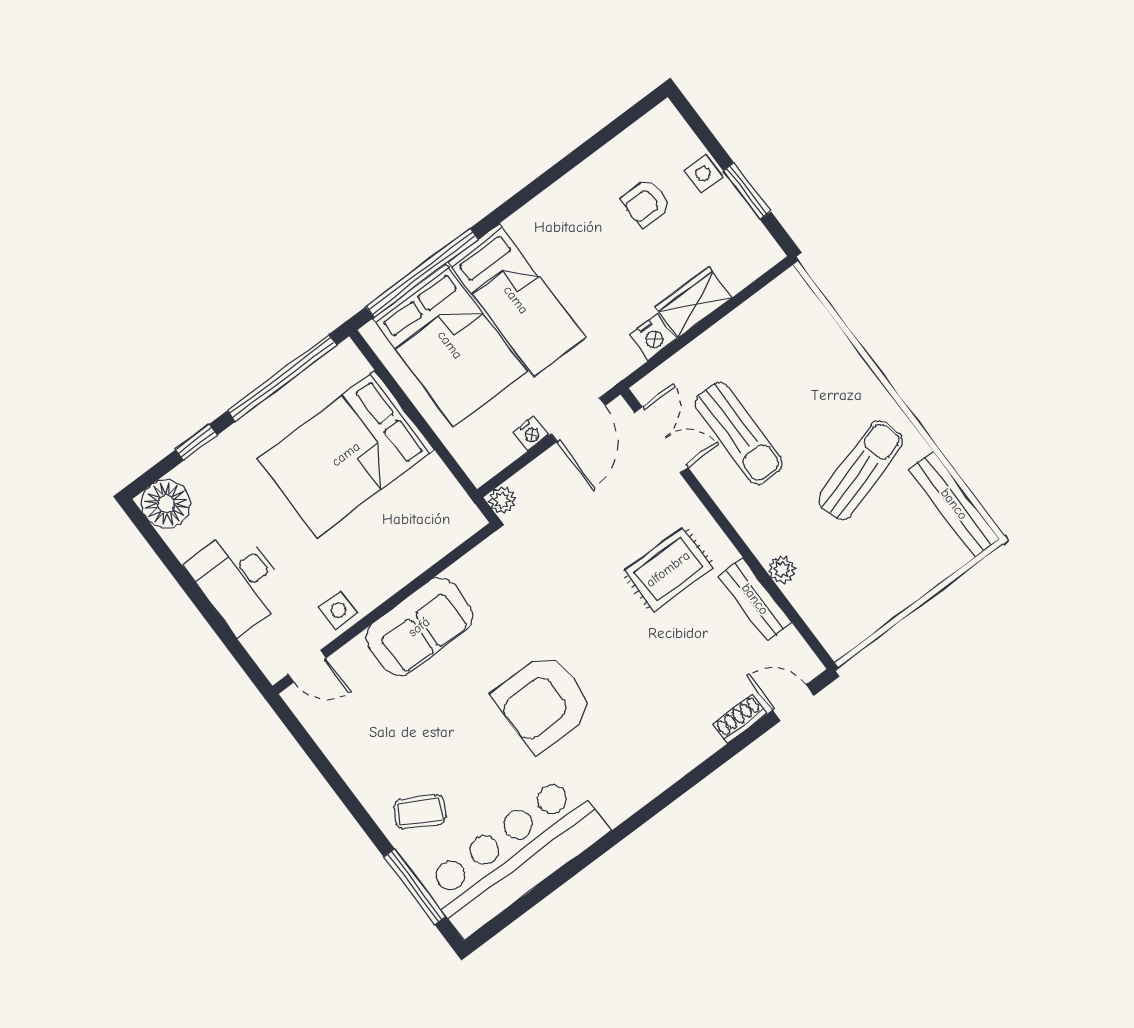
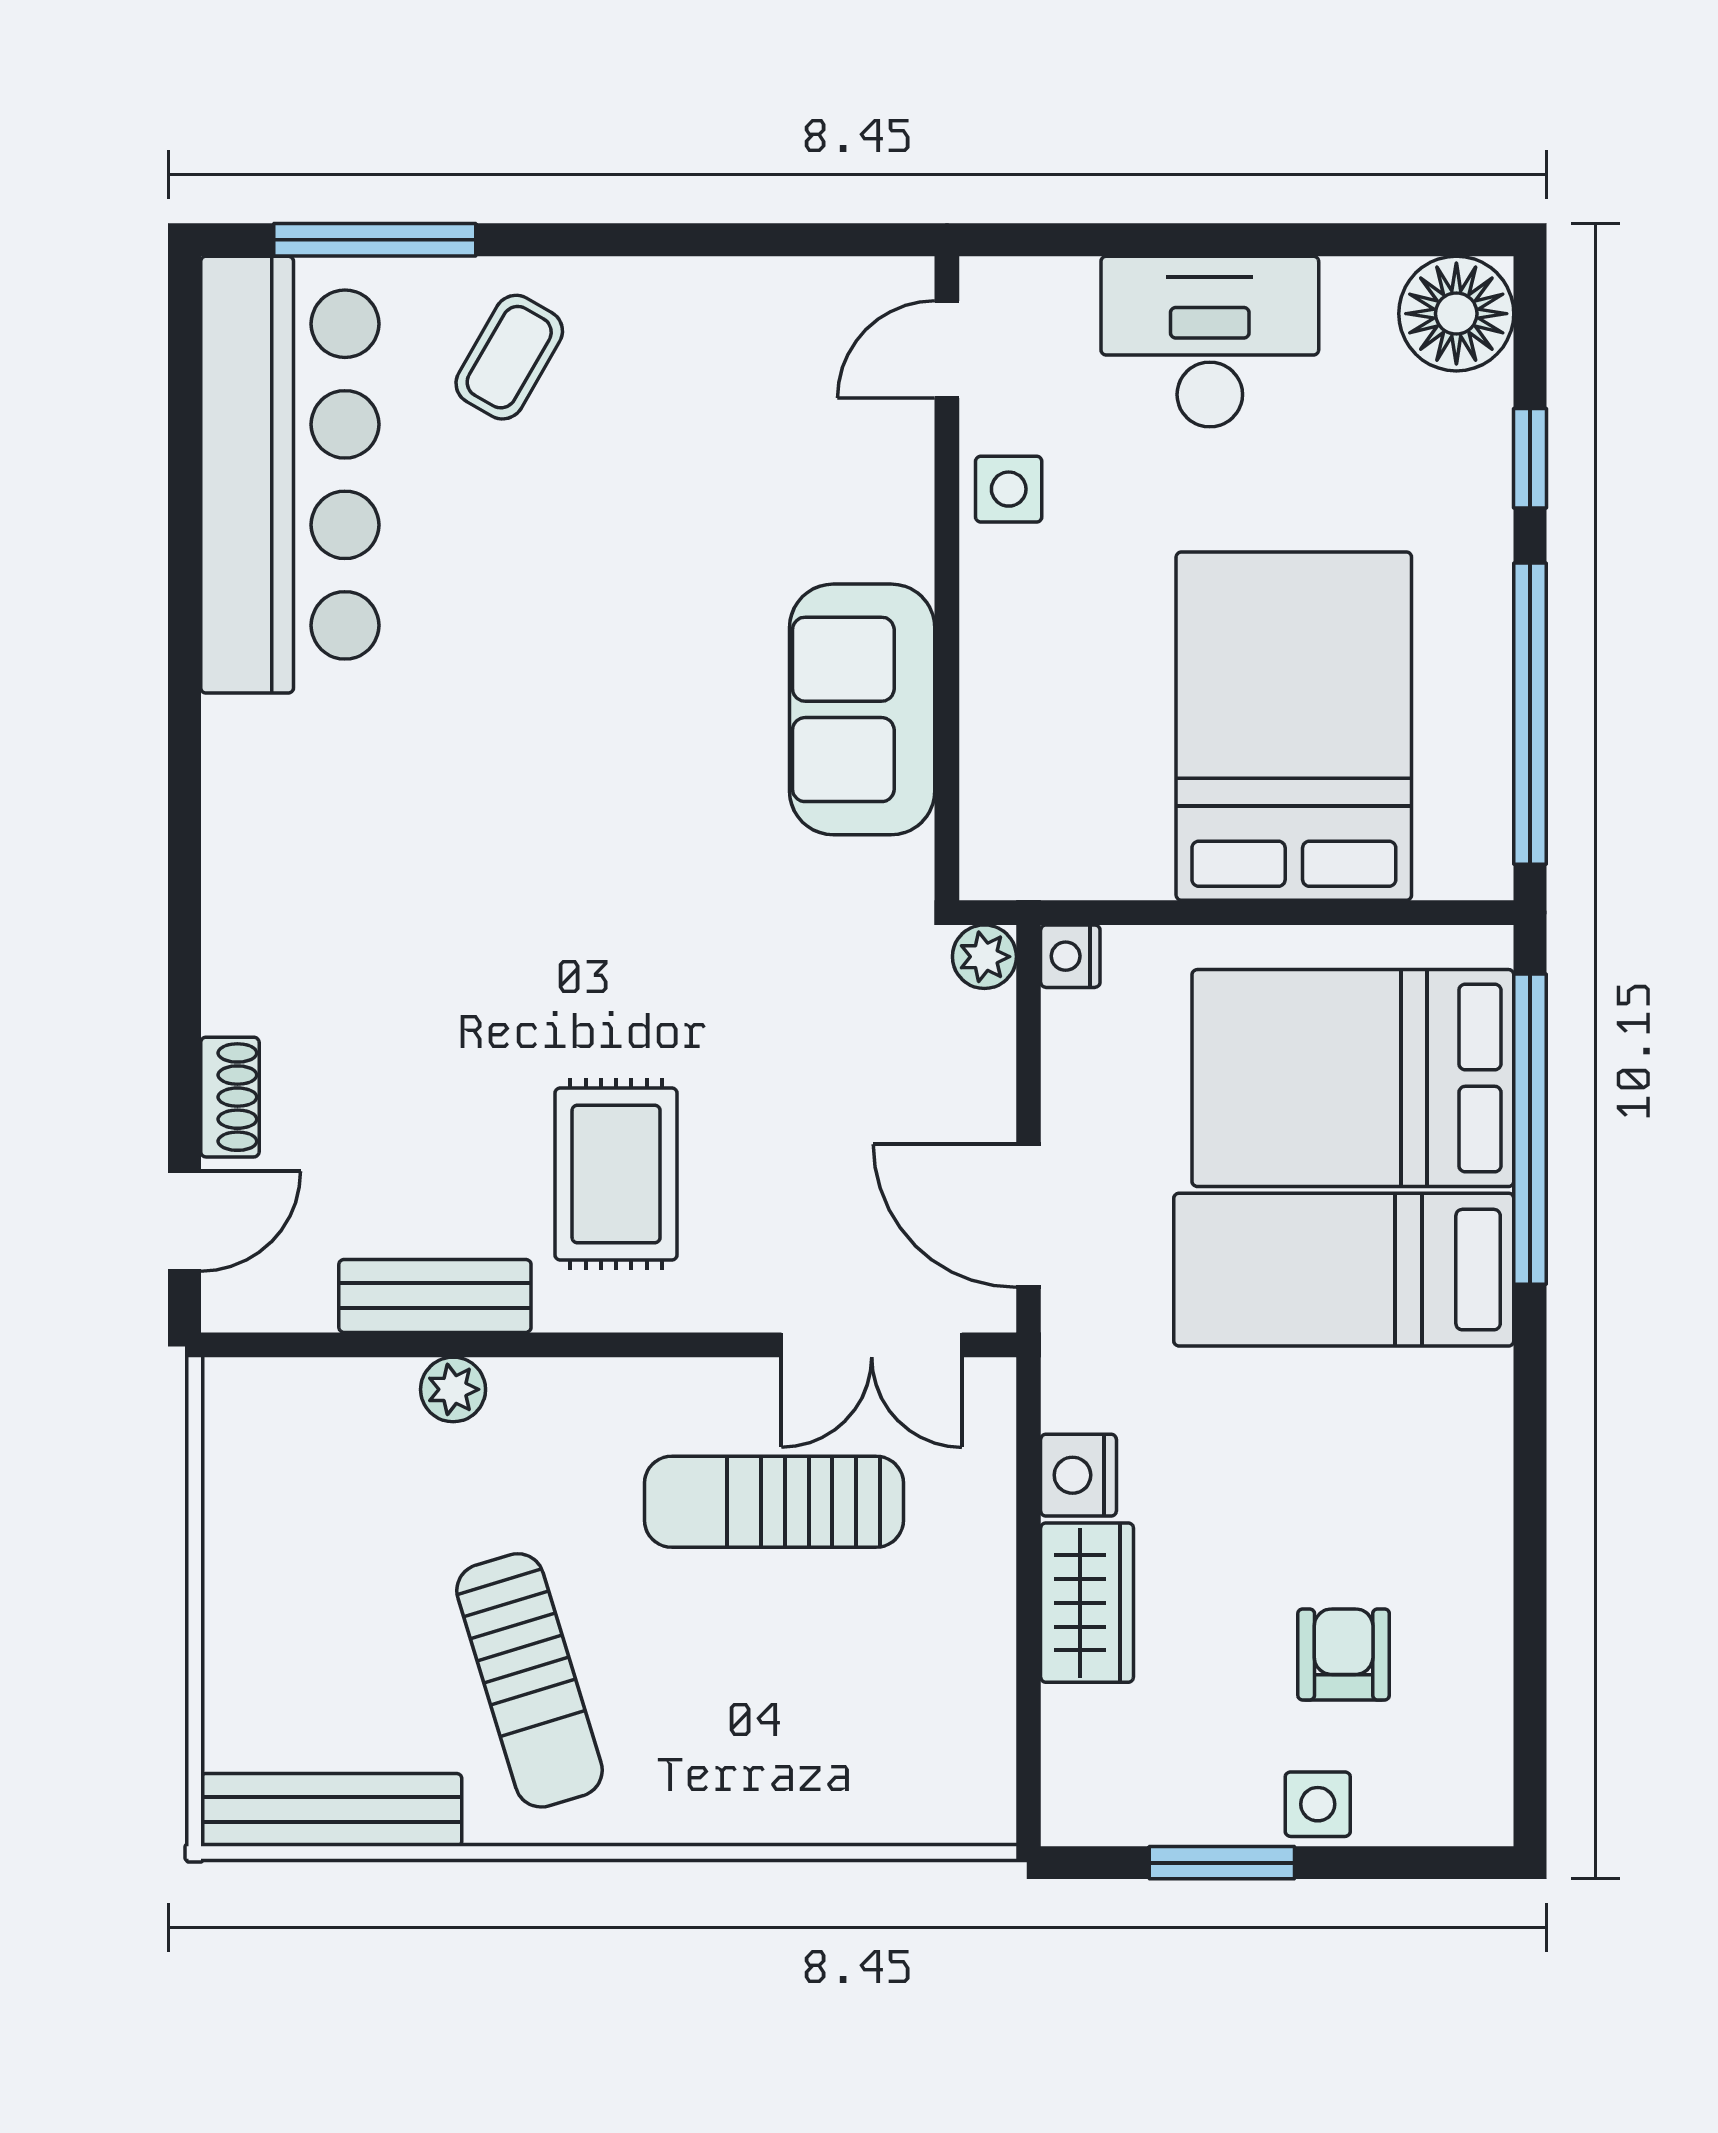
nightstand: (531, 433) -> (1070, 956), moved
sofa: (419, 627) -> (862, 709), moved
armchair: (544, 702) -> (542, 748), removed

